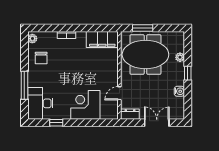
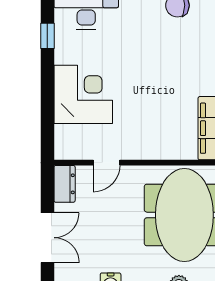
door: (119, 93) -> (106, 163), swing flipped

